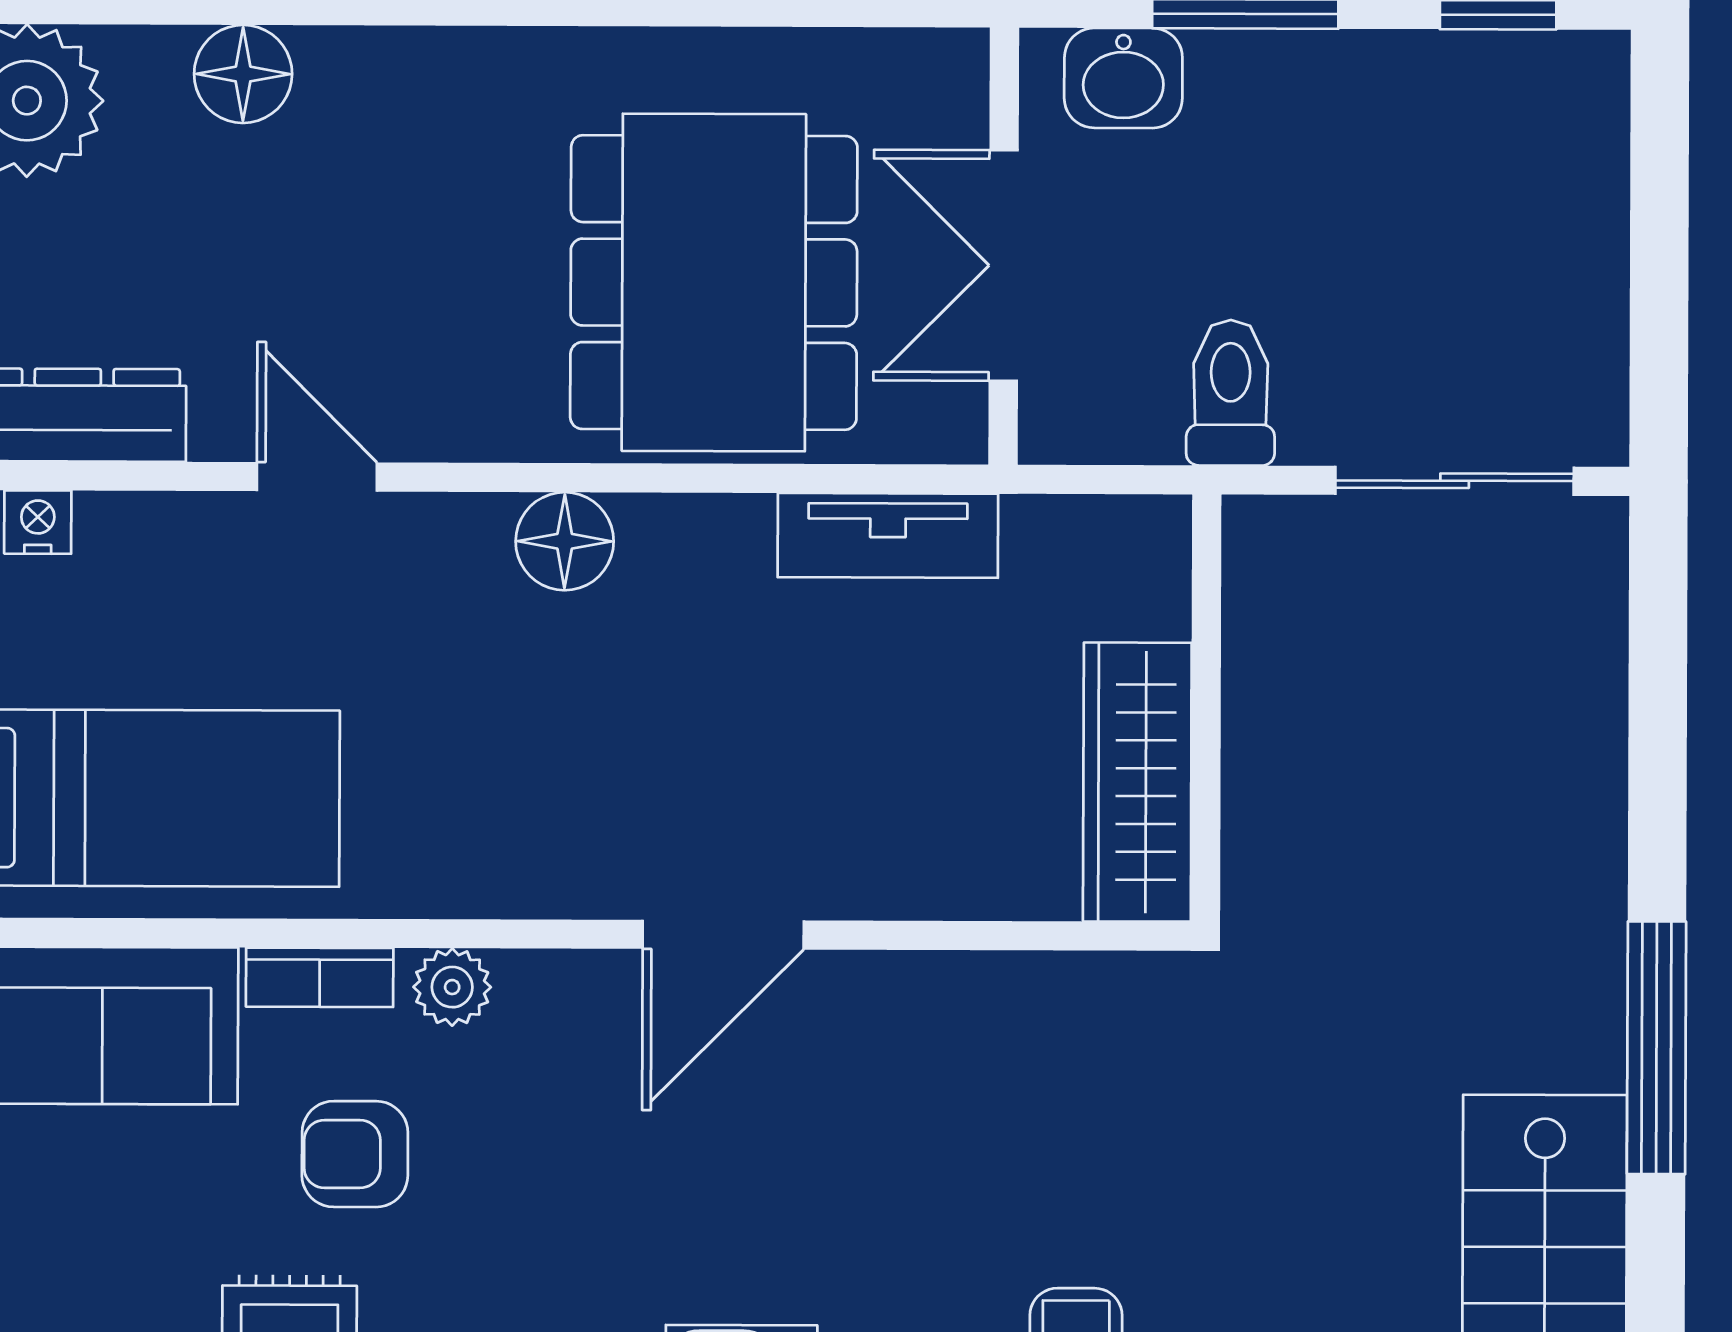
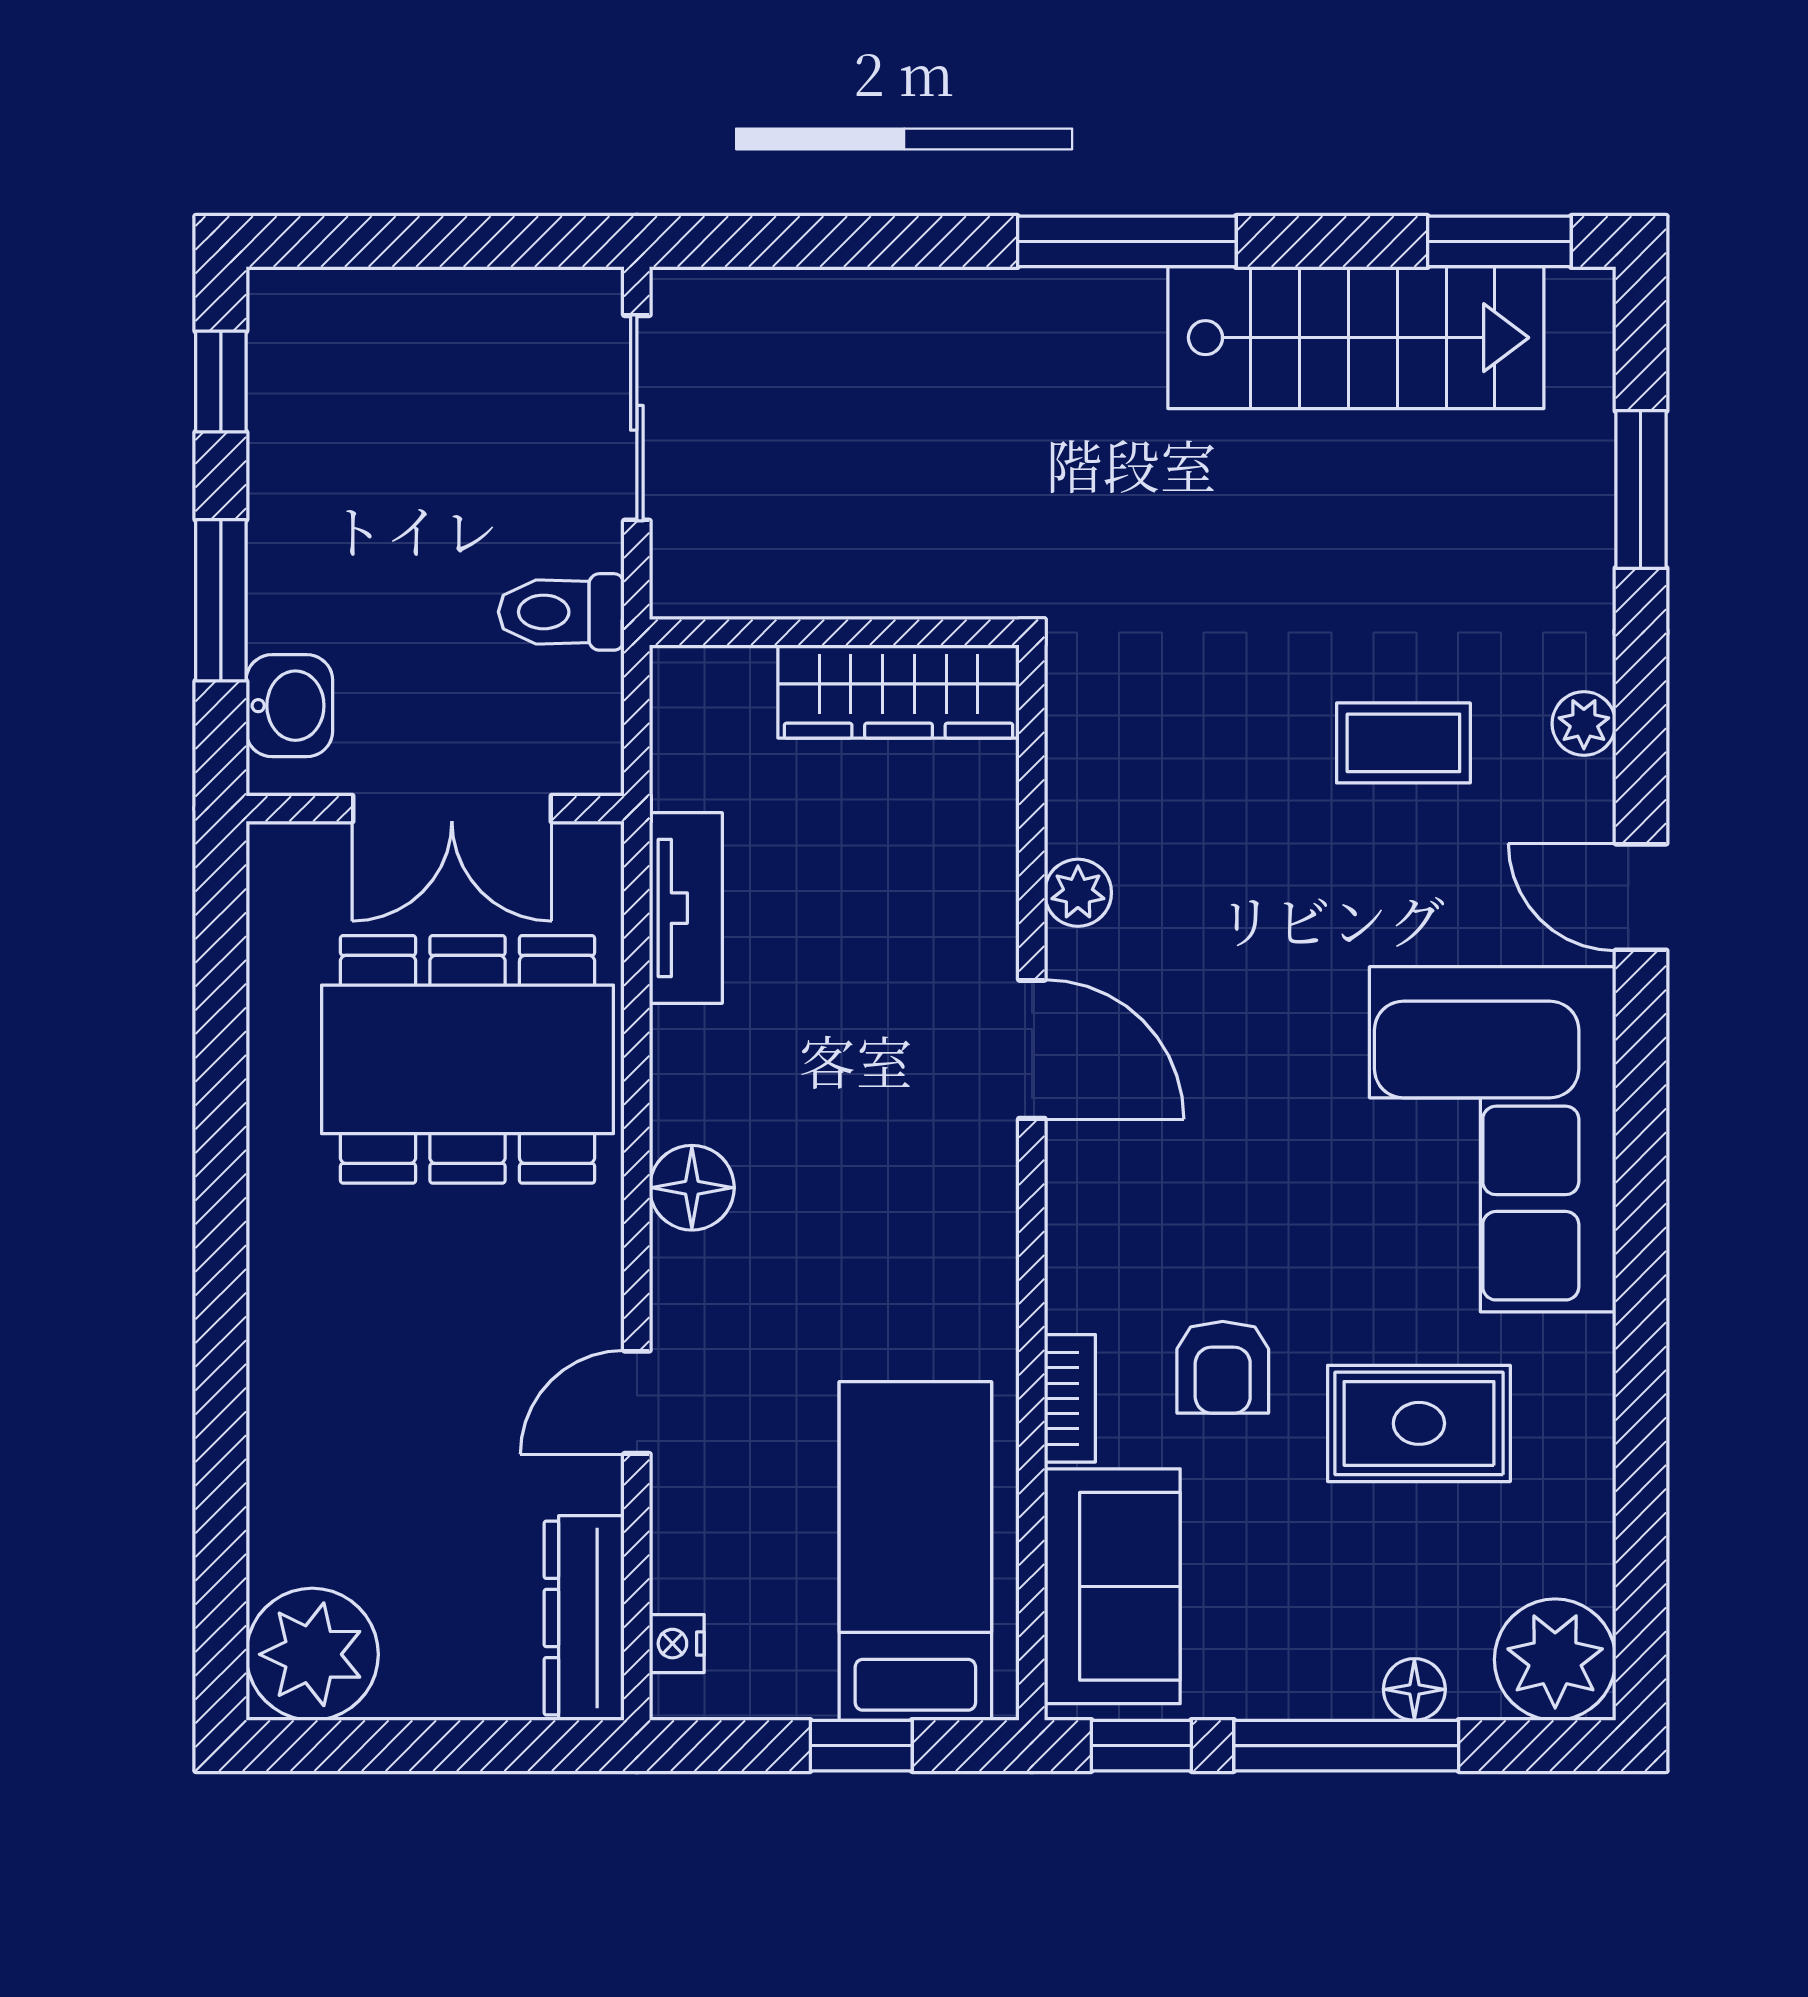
floor lamp: (243, 74) -> (289, 1467), removed
plant: (452, 987) -> (1078, 893), moved

